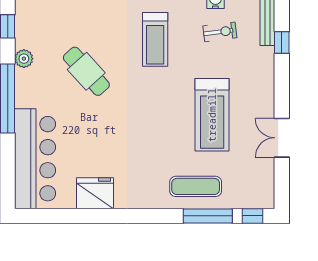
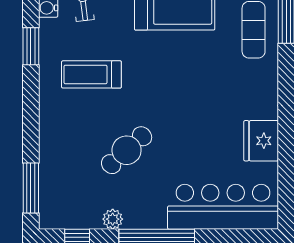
treadmill: (155, 39) -> (91, 74), turned 180

